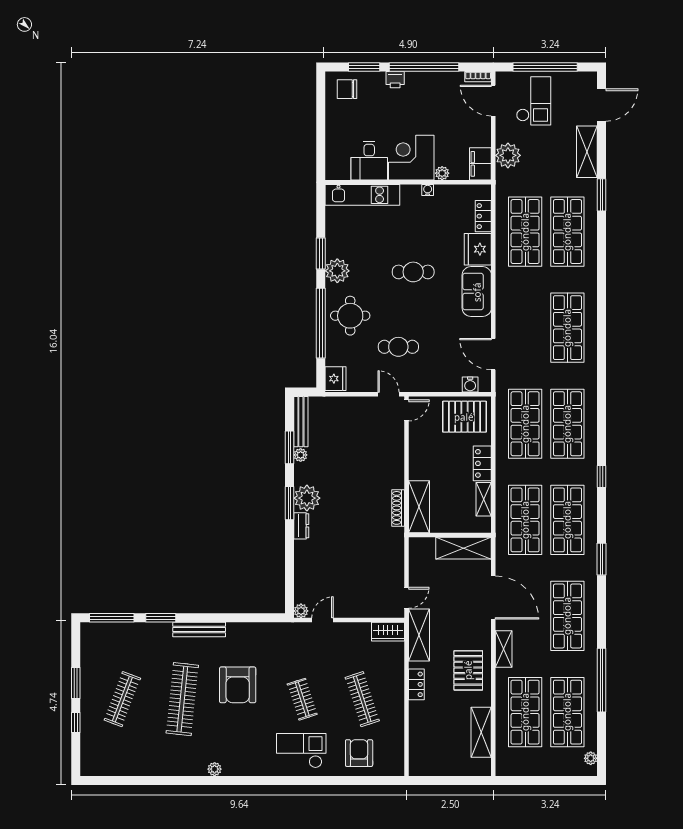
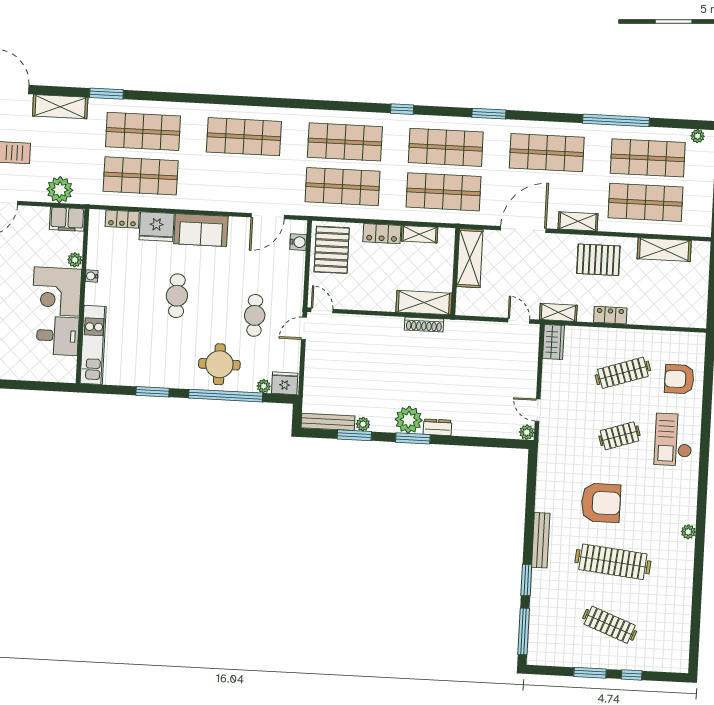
plant: (337, 271) -> (264, 386), moved, width x0.53, depth x0.53
shelving: (419, 635) -> (558, 312), width x0.67, depth x0.75

